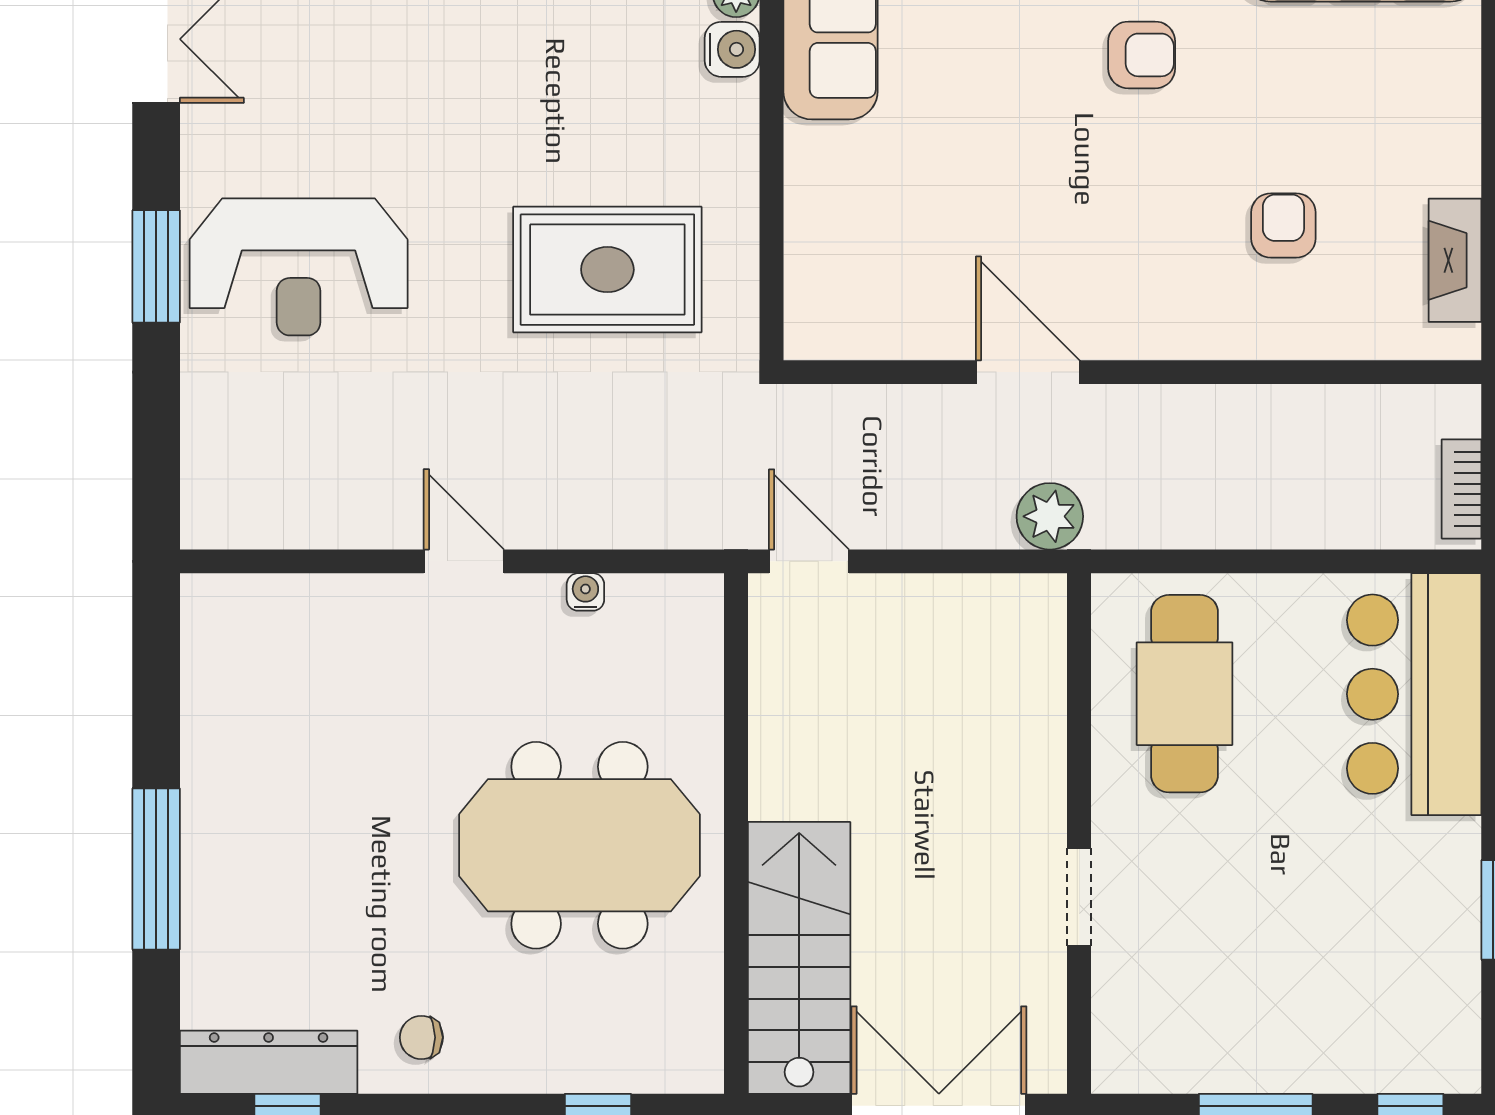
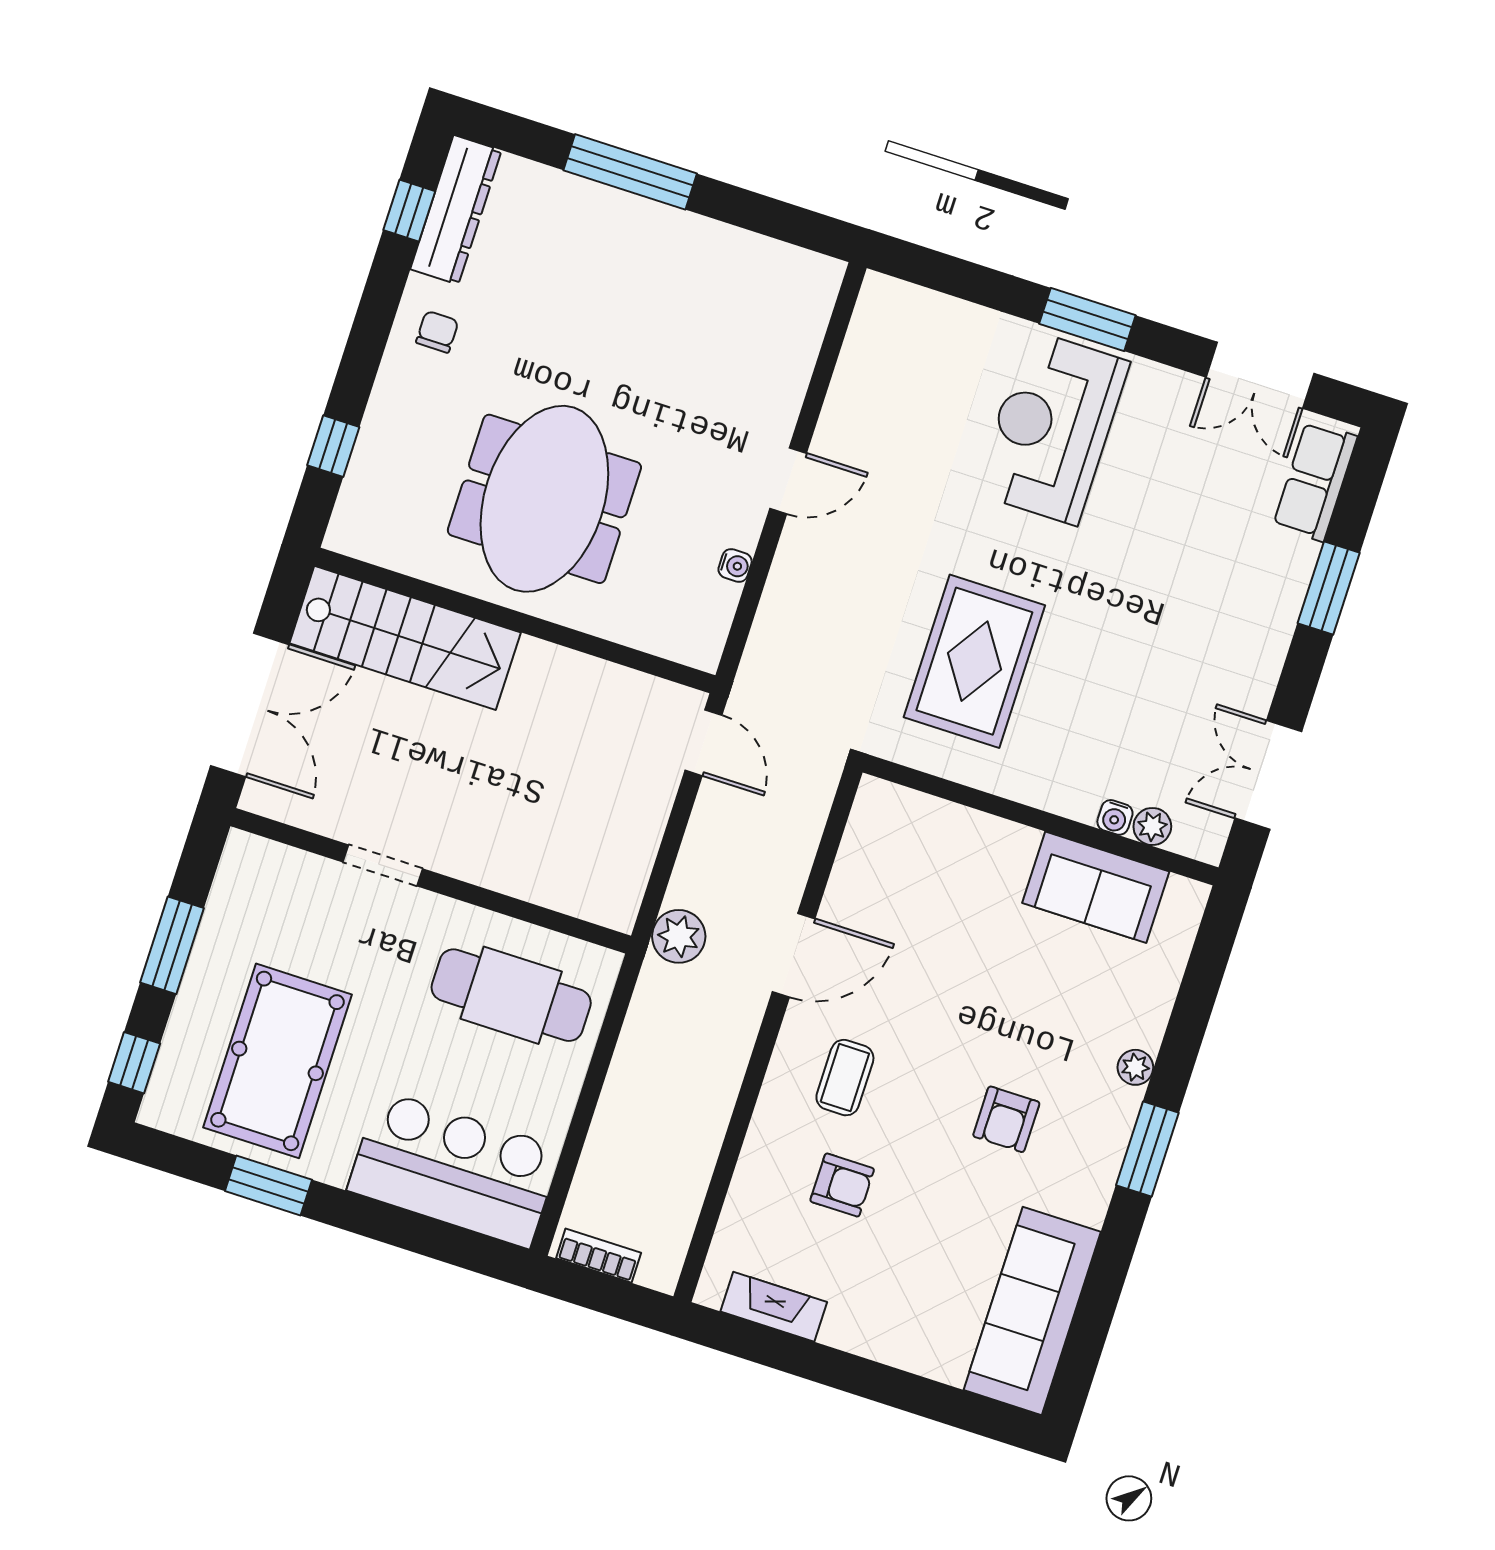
water cooler: (732, 49) -> (1115, 817), width x0.72, depth x0.72
coffee table: (1154, 264) -> (845, 1078), added
door: (809, 561) -> (704, 743), hinge flipped
pool table: (1353, 947) -> (278, 1061), added

